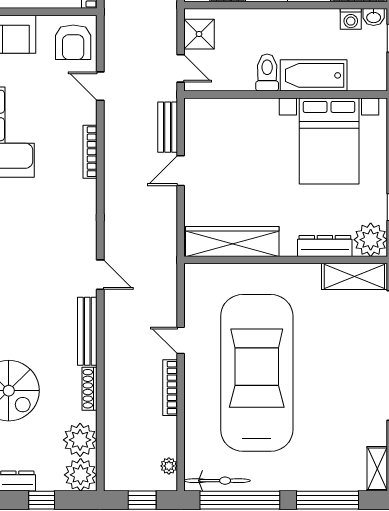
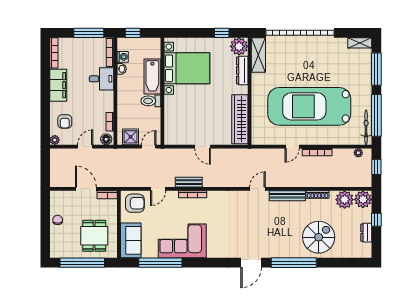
washbasin: (374, 17) -> (122, 69), moved
bench: (168, 127) -> (189, 182), moved

